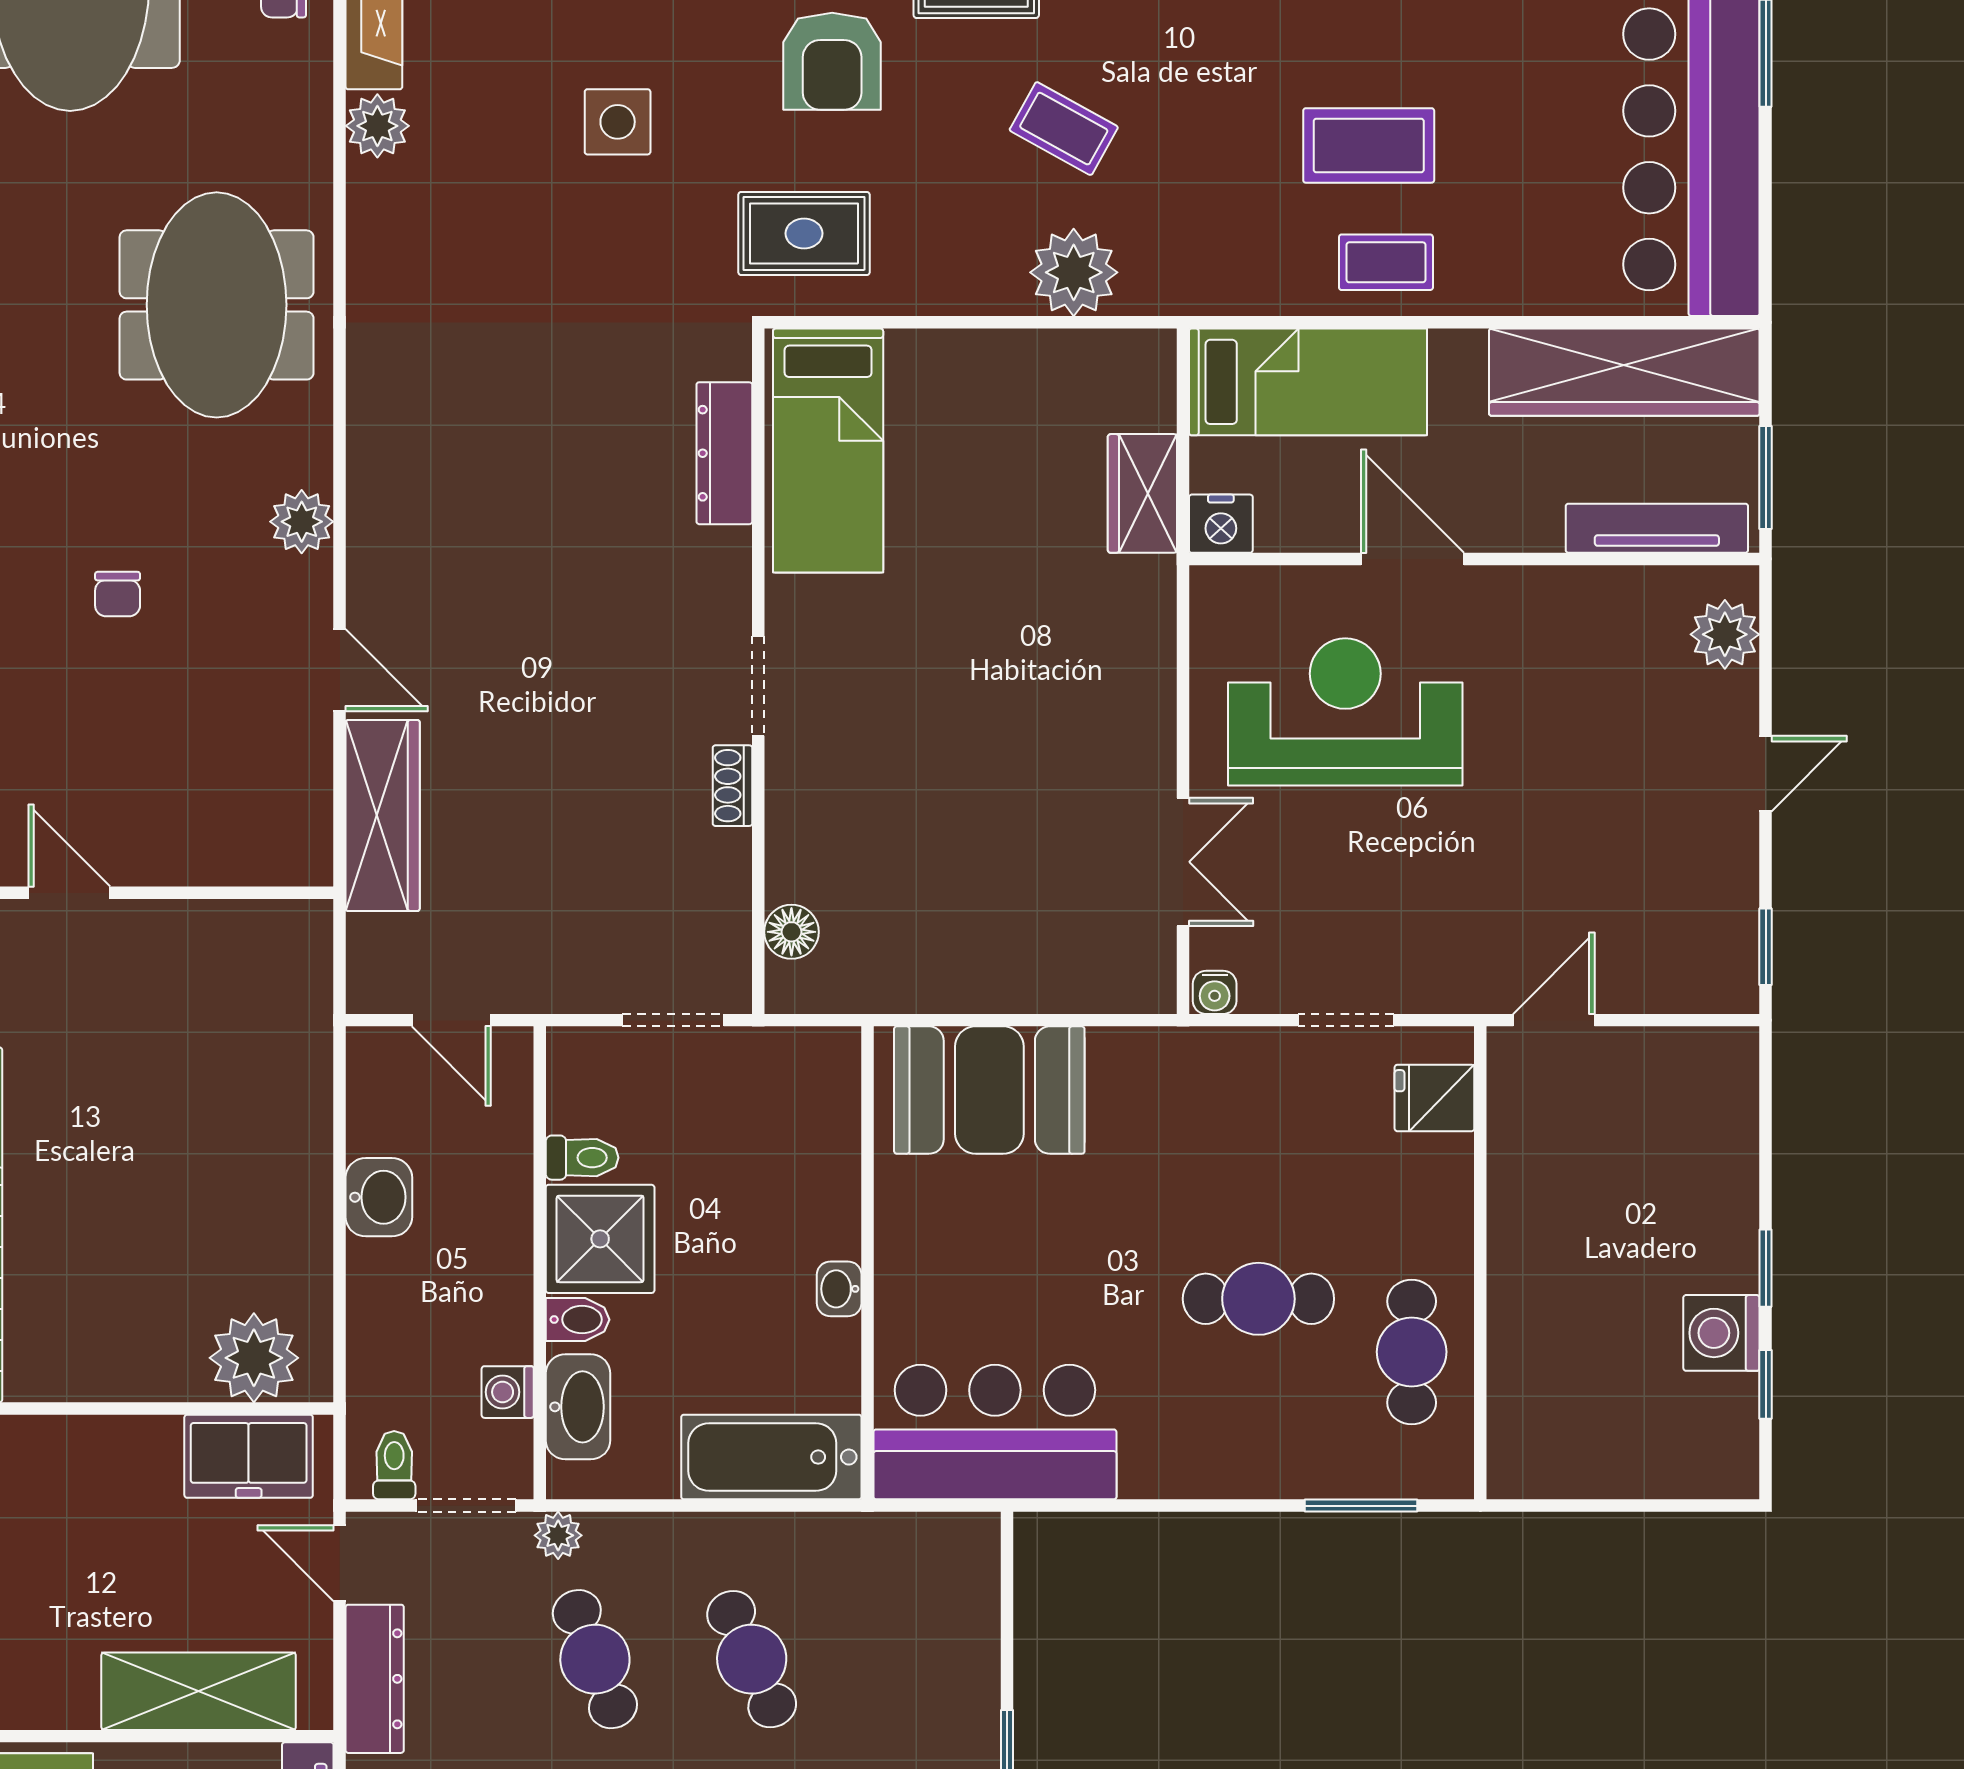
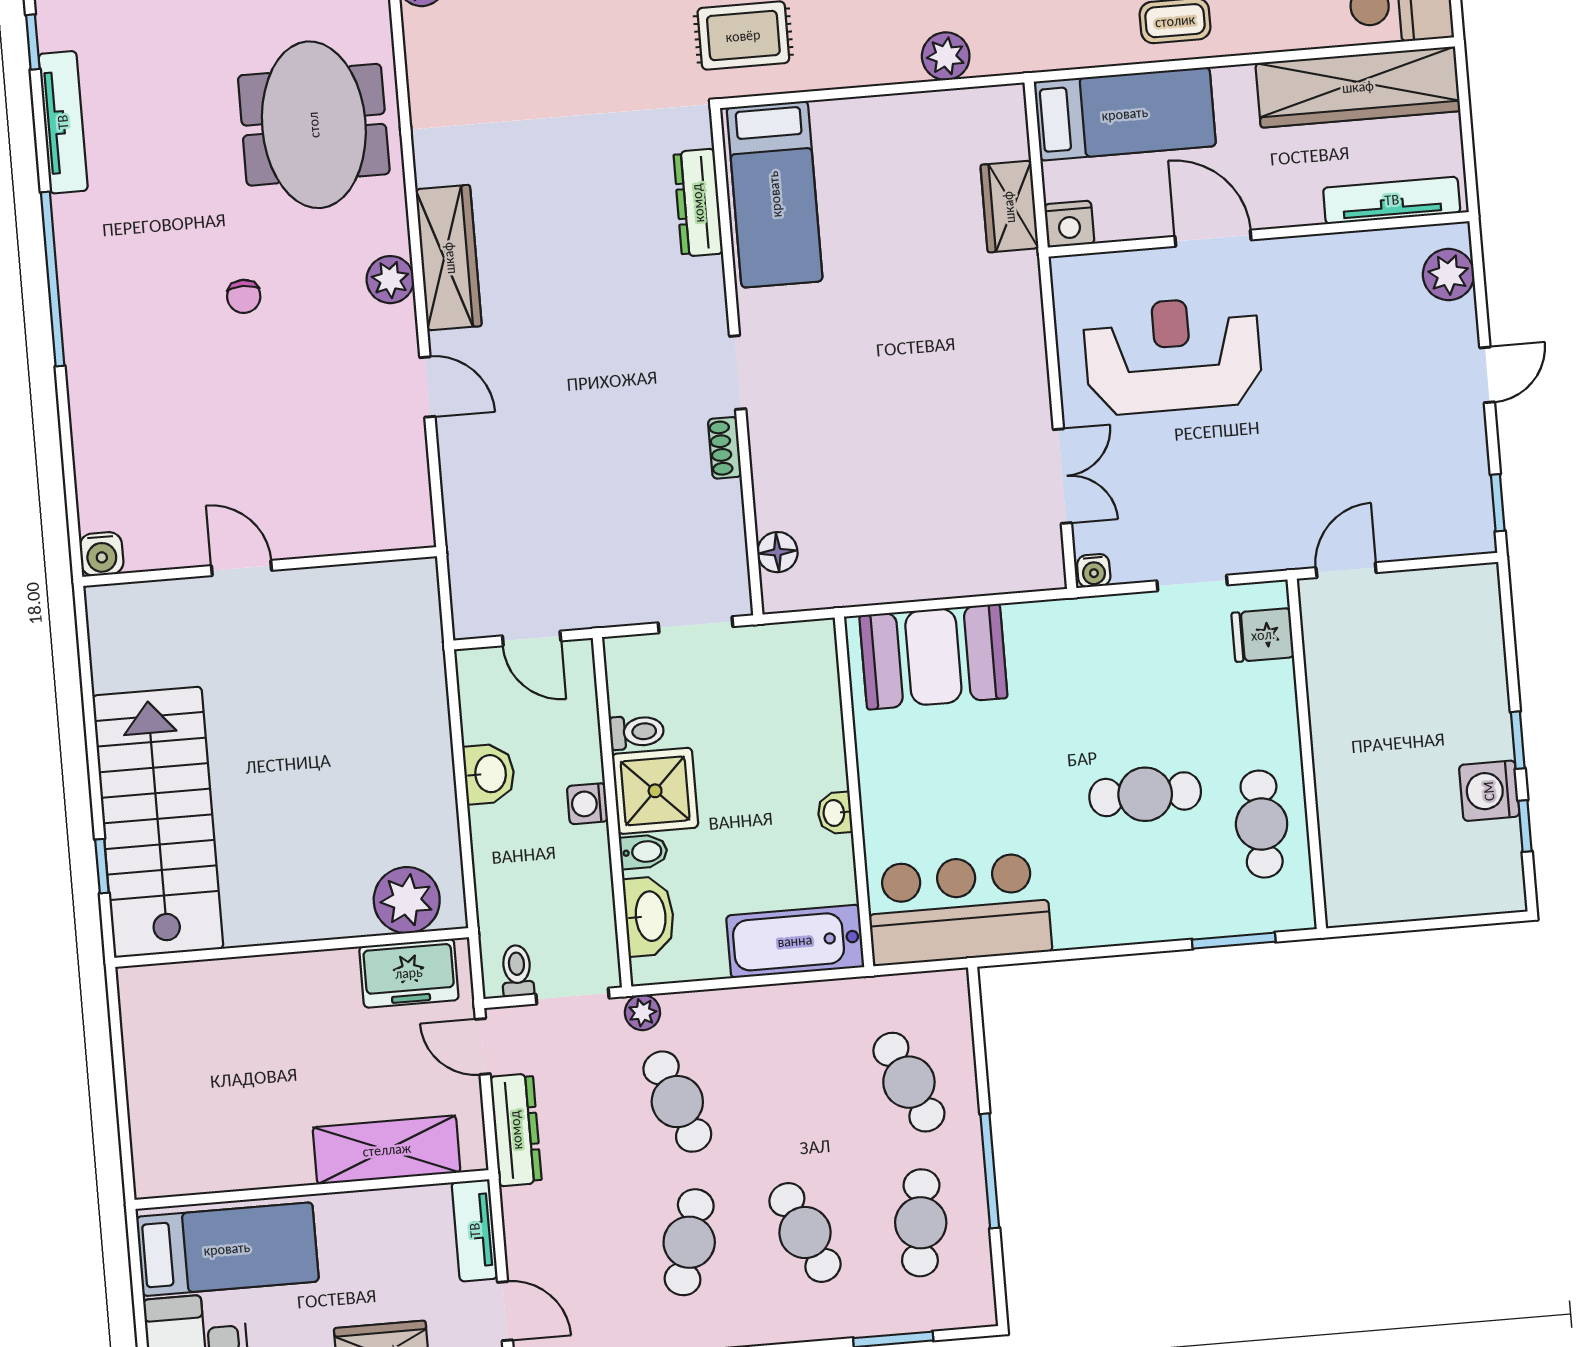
plant: (1074, 272) -> (946, 56), width x0.73, depth x0.73
window: (1766, 478) -> (1469, 156), removed
chair: (118, 594) -> (244, 296), moved
wardrobe: (383, 815) -> (449, 258), moved
washing machine: (508, 1392) -> (587, 804), moved
cafe table: (752, 1659) -> (909, 1082), moved

